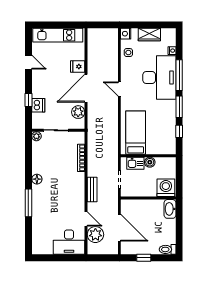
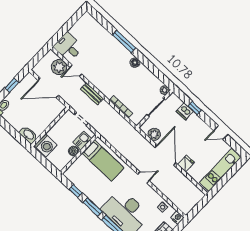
desk: (69, 242) -> (68, 47), width x0.73

